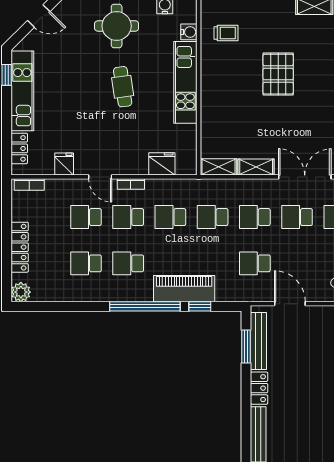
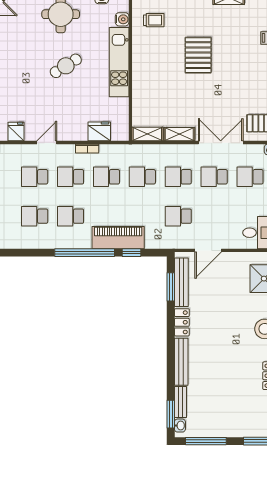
cafe table: (123, 87) -> (66, 66), turned 66
door: (100, 177) -> (47, 143), swing flipped
bookcase: (131, 184) -> (87, 149), moved
door: (290, 304) -> (208, 250), swing flipped

